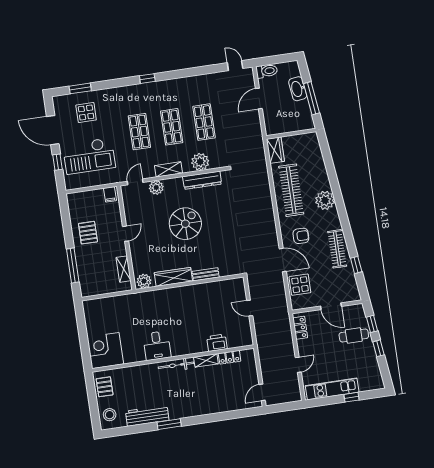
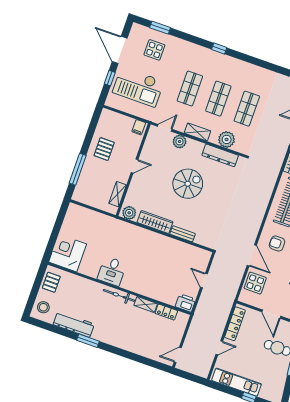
armchair: (301, 236) -> (277, 244), turned 180
locker: (300, 328) -> (235, 324), width x1.53
printer: (217, 343) -> (185, 303), moved

